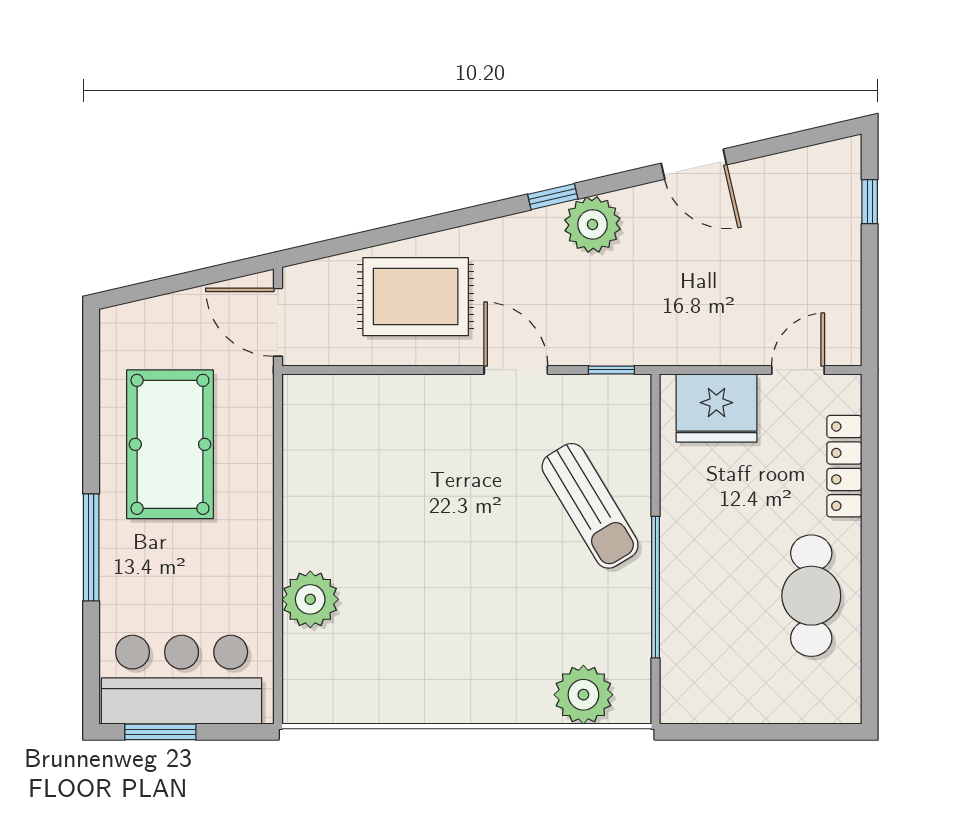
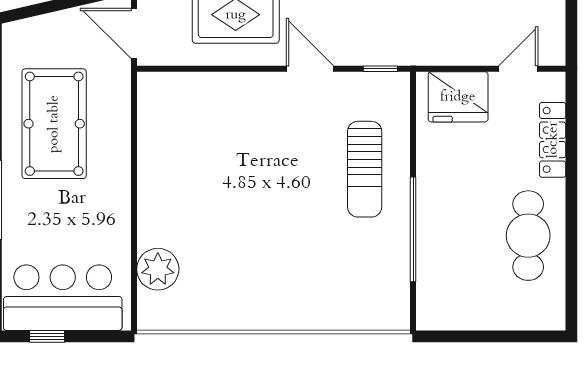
sun lounger: (590, 506) -> (365, 169), turned 31
plant: (310, 599) -> (158, 269), moved
plant: (583, 695) -> (360, 309), removed
window: (160, 732) -> (47, 336), width x0.67

